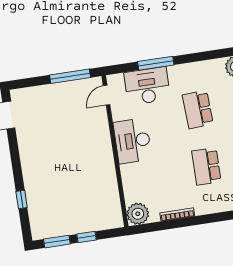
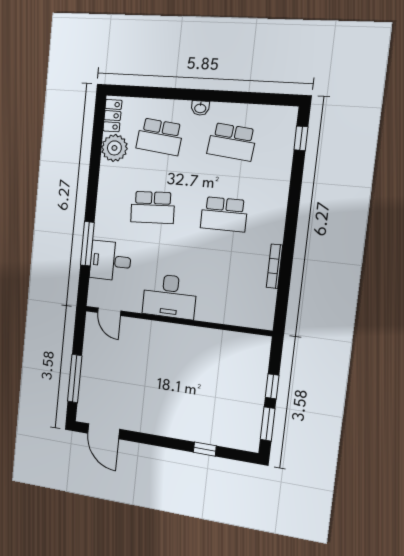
window: (70, 76) -> (75, 378), moved
desk: (147, 86) -> (110, 261), width x0.73
plant: (138, 214) -> (260, 315), removed

